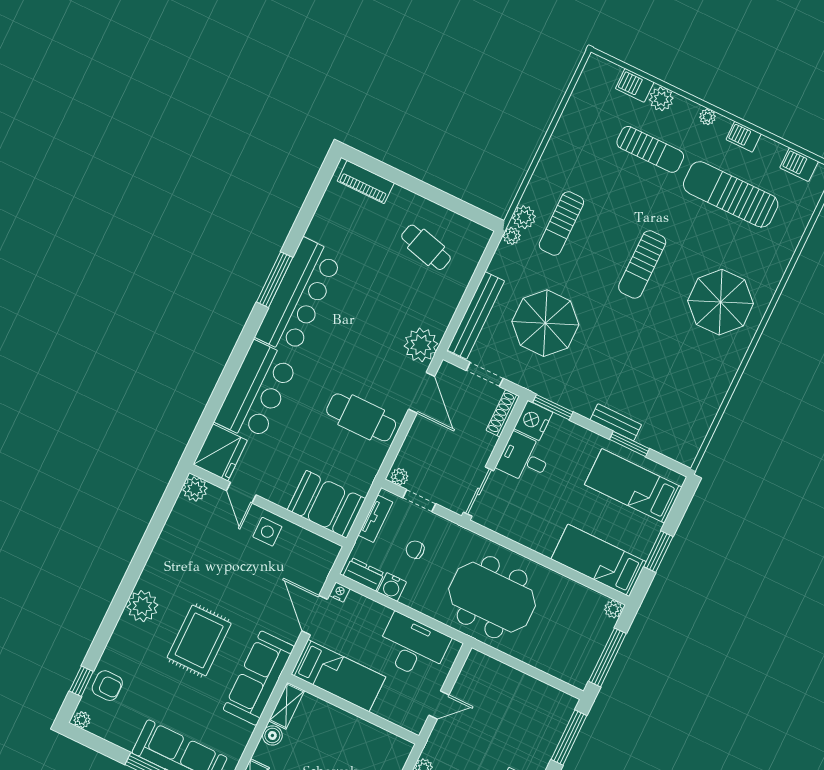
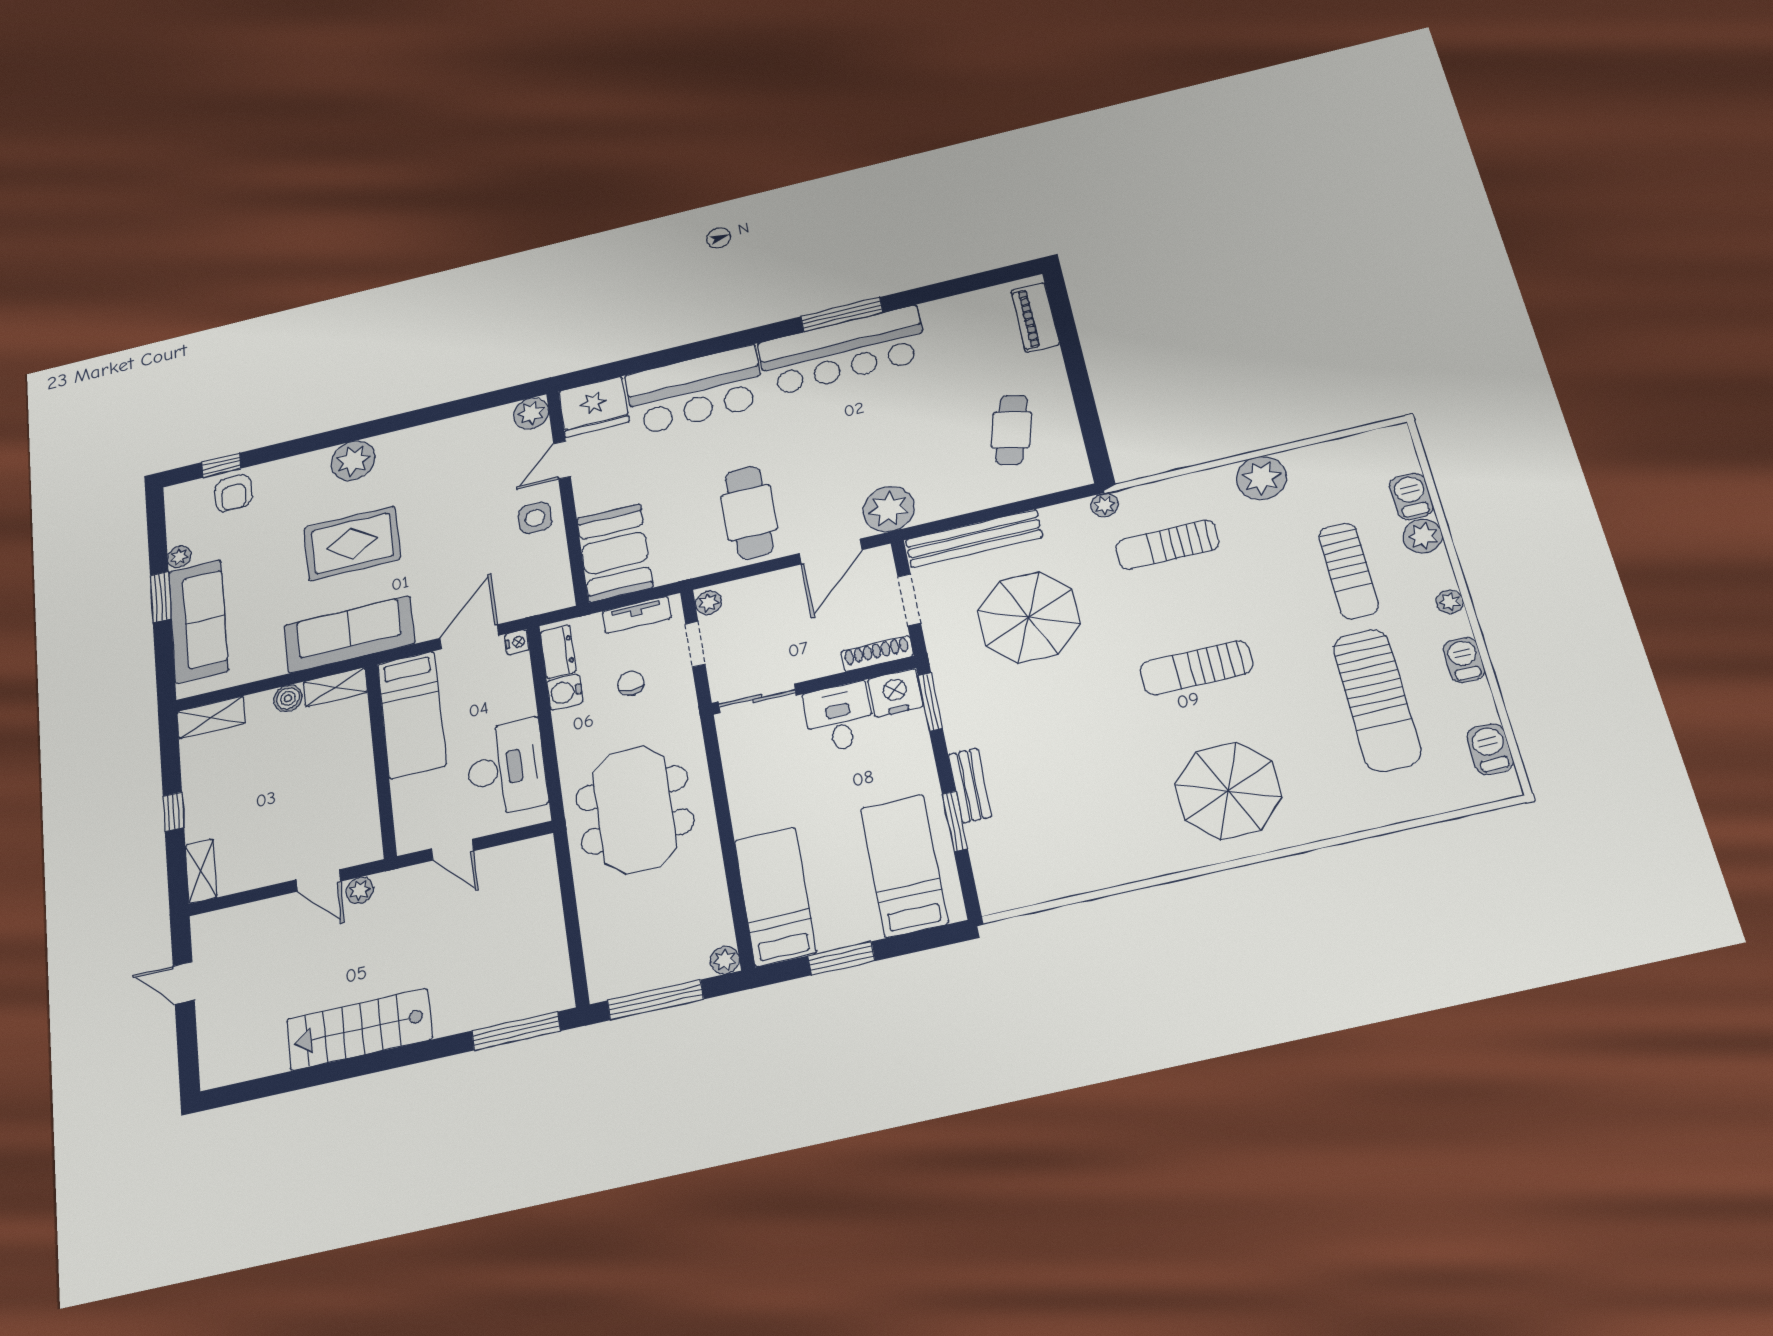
sun lounger: (731, 194) -> (1377, 700), turned 180
plant: (524, 217) -> (1261, 478), moved, width x1.36, depth x1.36
plant: (82, 720) -> (179, 557), moved

